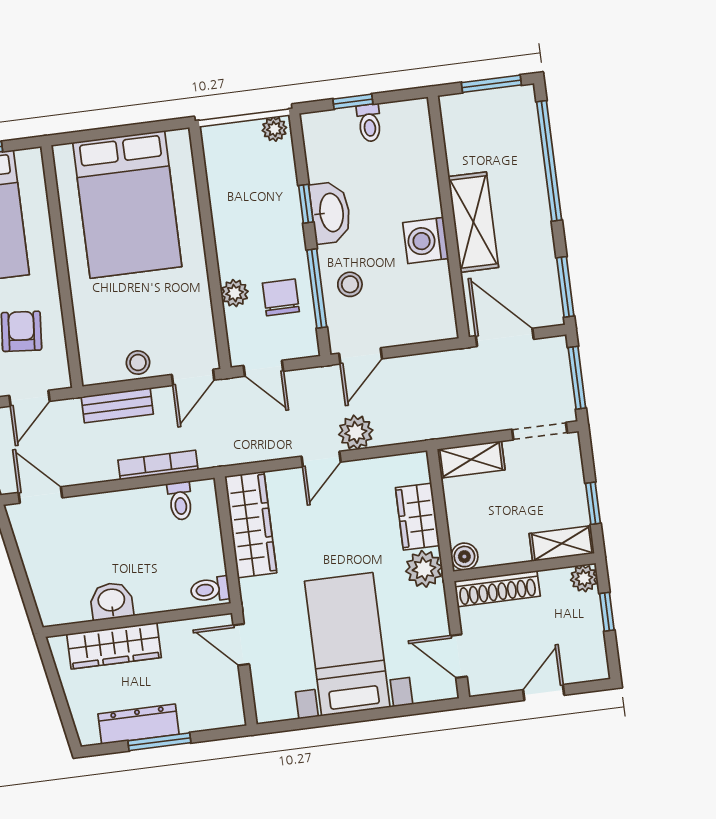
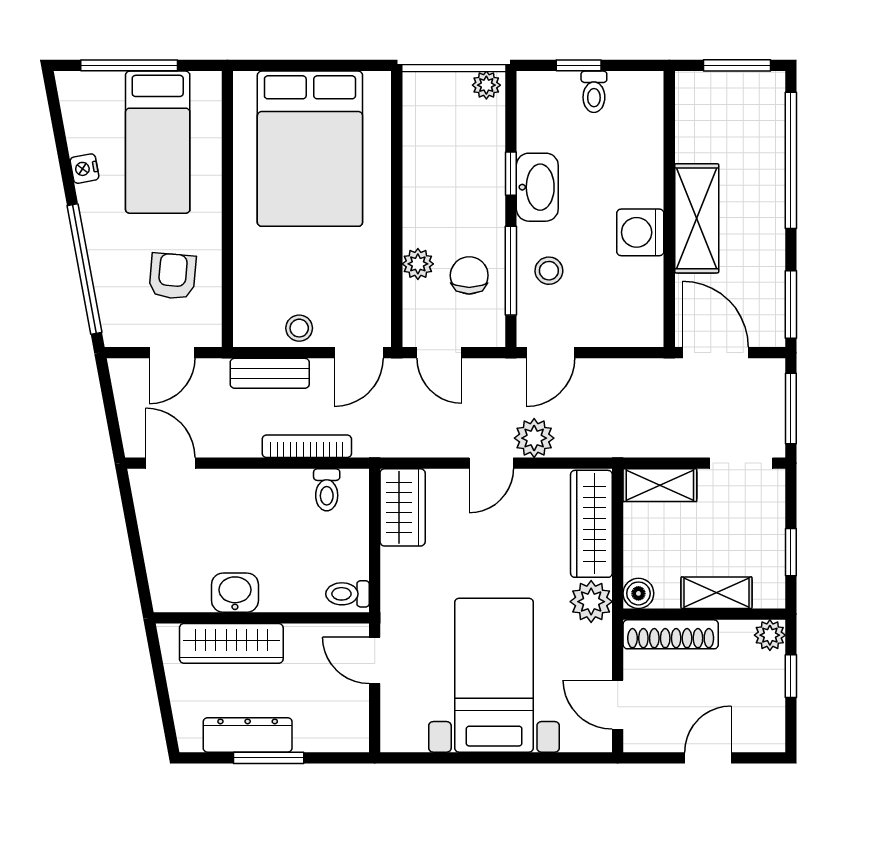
wardrobe: (418, 517) -> (591, 524), width x1.50
wardrobe: (251, 525) -> (403, 507), width x0.67
shelving: (562, 543) -> (716, 593), moved

